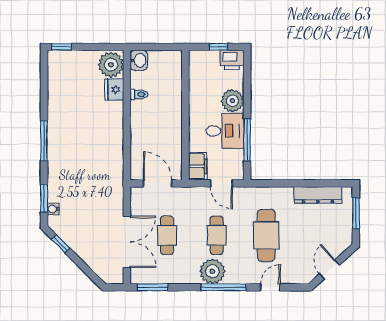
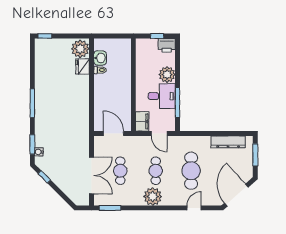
washbasin: (139, 60) -> (100, 58), moved
door: (330, 269) -> (236, 195), width x1.88
window: (224, 287) -> (161, 208), removed

